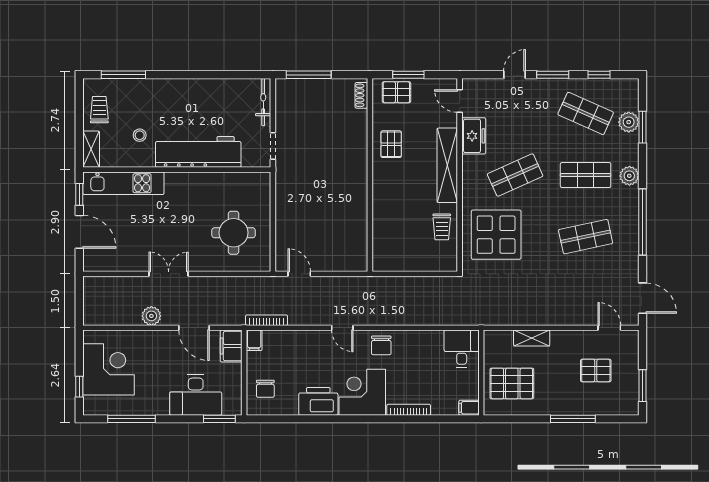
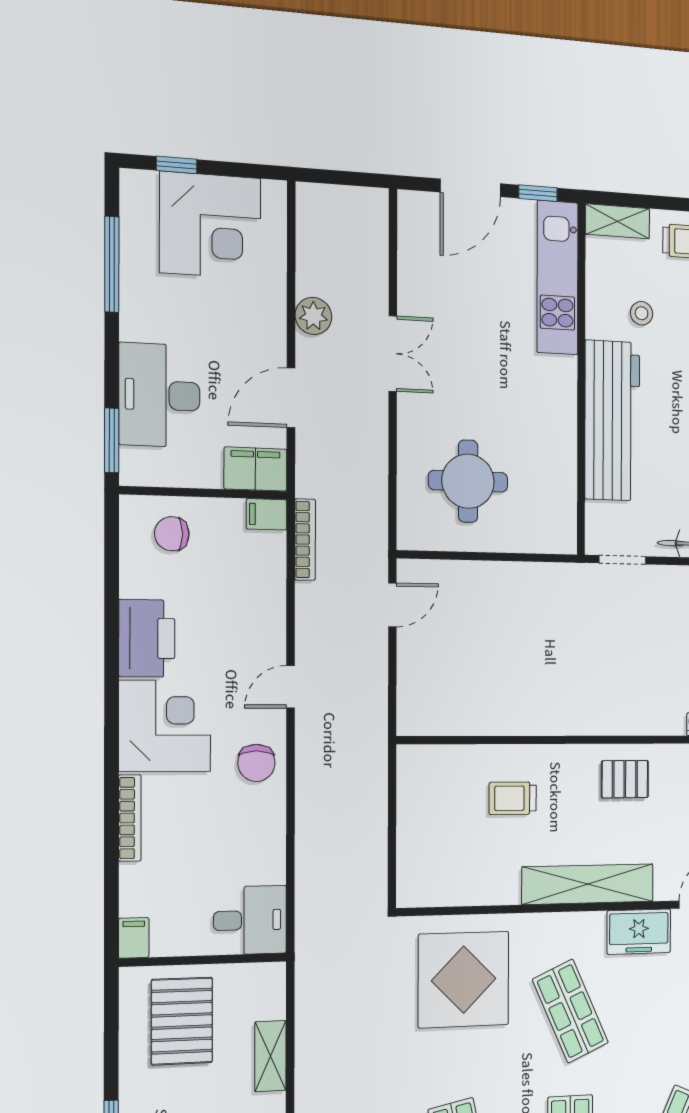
trolley: (442, 227) -> (513, 798), moved
chair: (381, 345) -> (256, 763), turned -90

